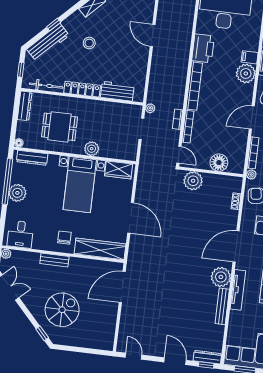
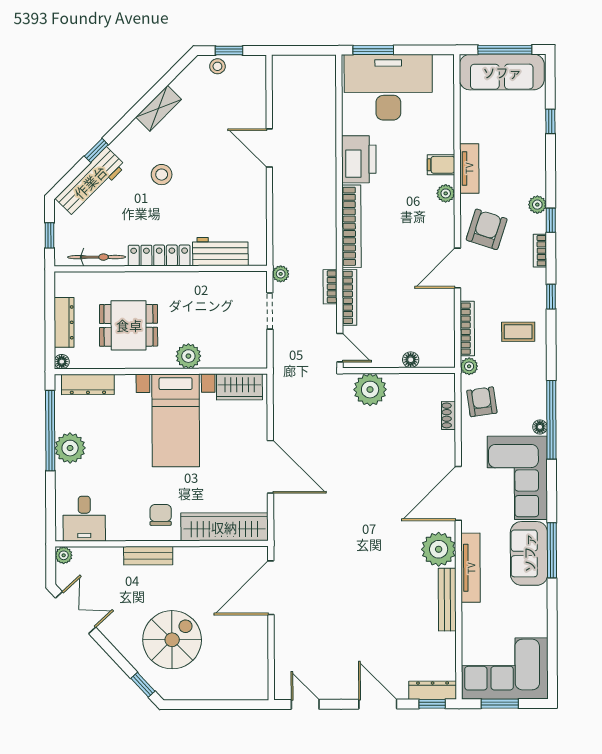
plant: (246, 73) -> (446, 193), width x0.53, depth x0.53
dresser: (25, 106) -> (64, 322), moved
floor lamp: (219, 163) -> (411, 360), width x0.53, depth x0.53

